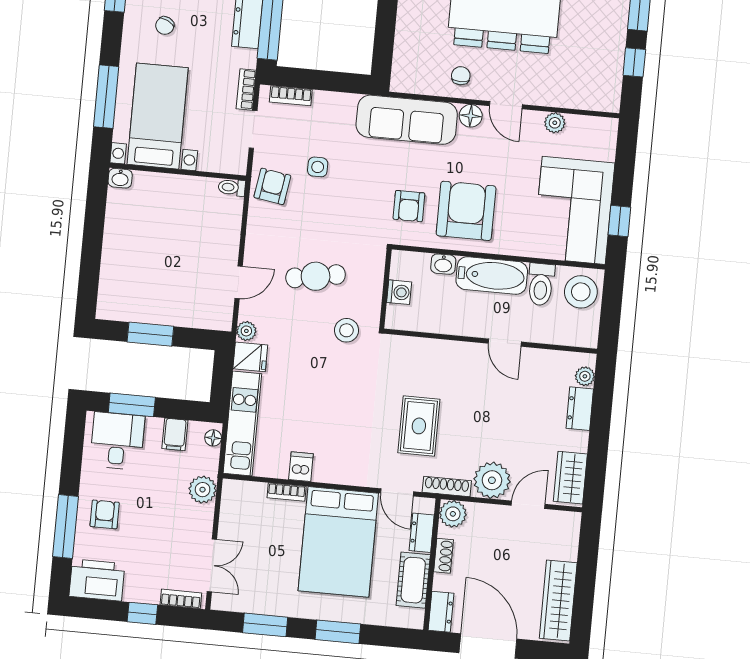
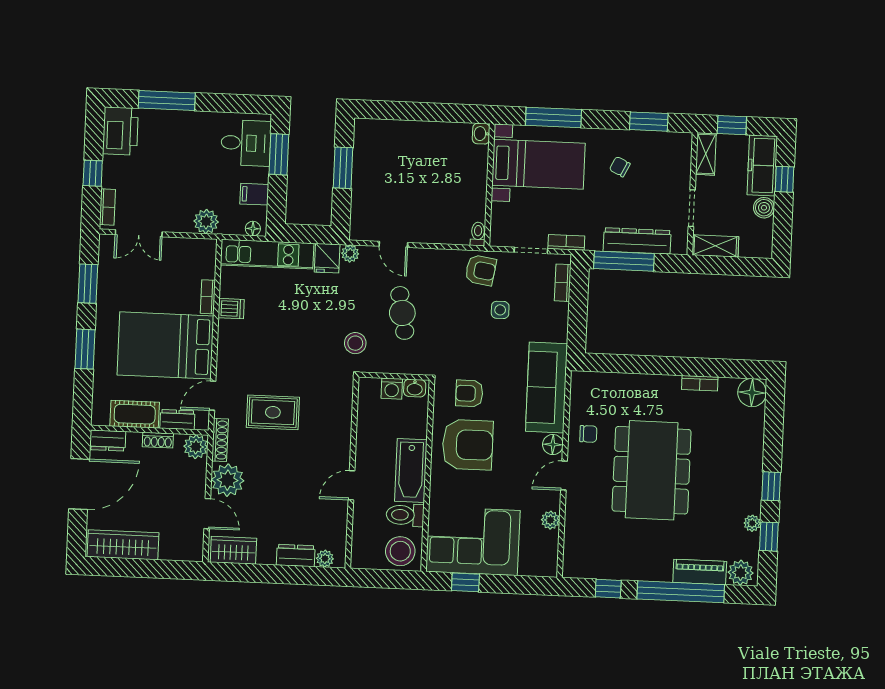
washbasin: (443, 264) -> (415, 388), moved, turned -90
armchair: (105, 514) -> (180, 135), removed

